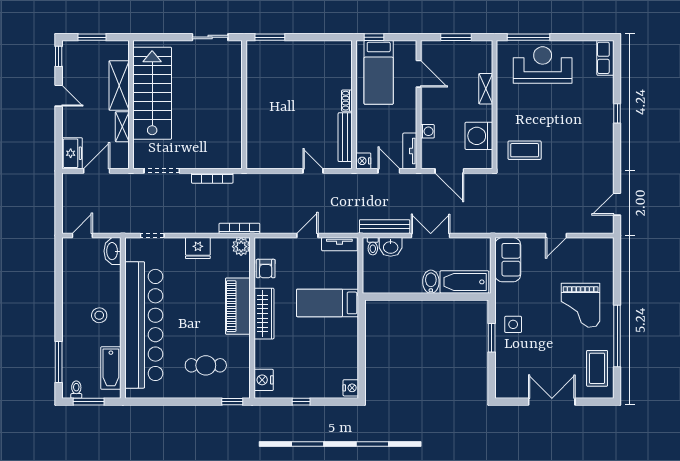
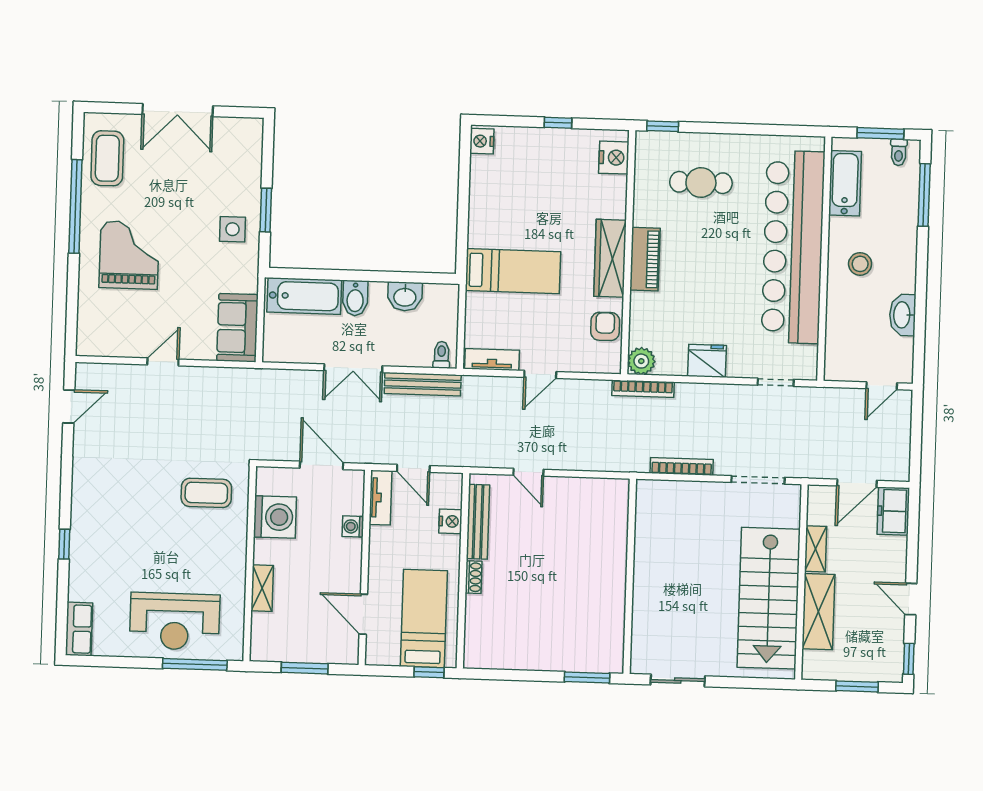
nightstand: (363, 161) -> (450, 521), moved
washbasin: (391, 247) -> (405, 296), moved, turned 180
washbasin: (113, 251) -> (903, 315), moved, turned 180
piano: (238, 306) -> (645, 259), width x0.73, depth x0.75

